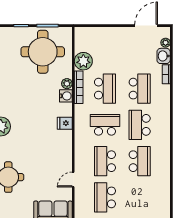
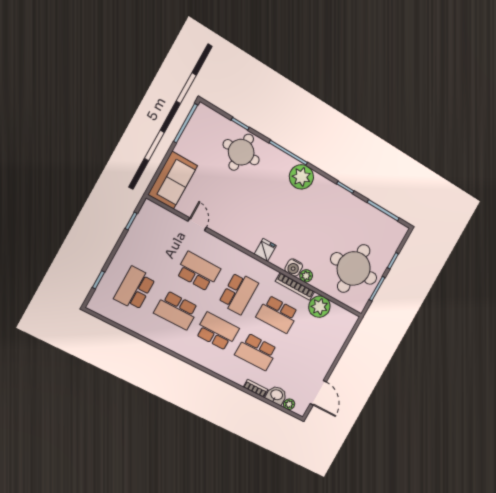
school desk: (105, 197) -> (135, 288), moved, turned -90

